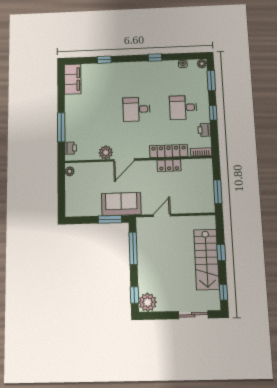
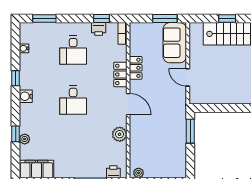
plant: (202, 64) -> (25, 139), moved
water cooler: (139, 67) -> (26, 96), added
window: (213, 113) -> (101, 19), moved
locker: (169, 151) -> (120, 74), width x0.66
door: (124, 160) -> (128, 104), moved
sofa: (121, 204) -> (175, 43), moved
window: (133, 248) -> (221, 108), removed

